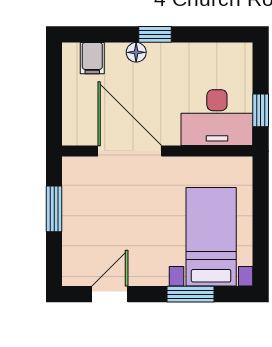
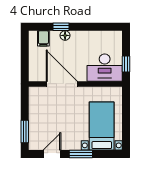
window: (155, 34) -> (61, 27), moved
window: (54, 209) -> (25, 132), moved
window: (190, 294) -> (81, 154), moved

